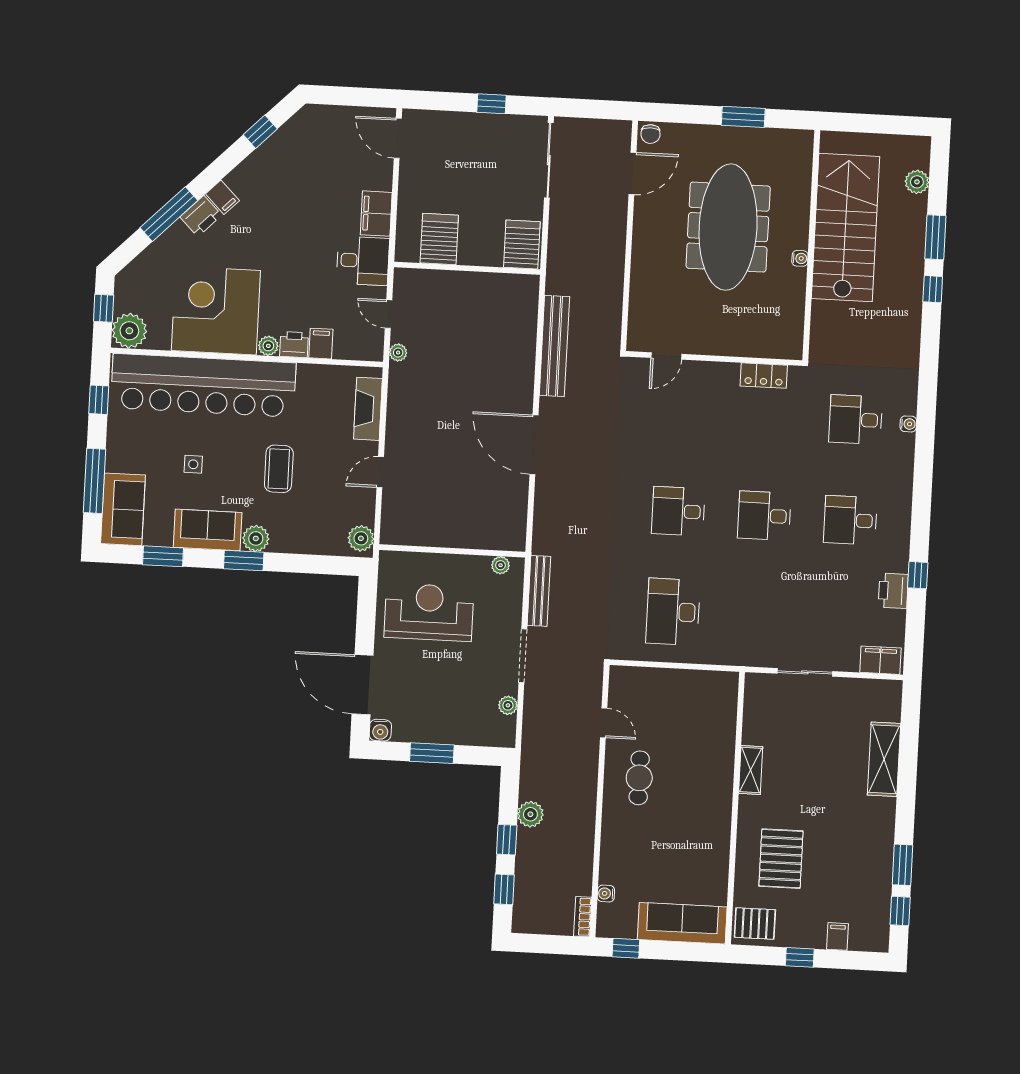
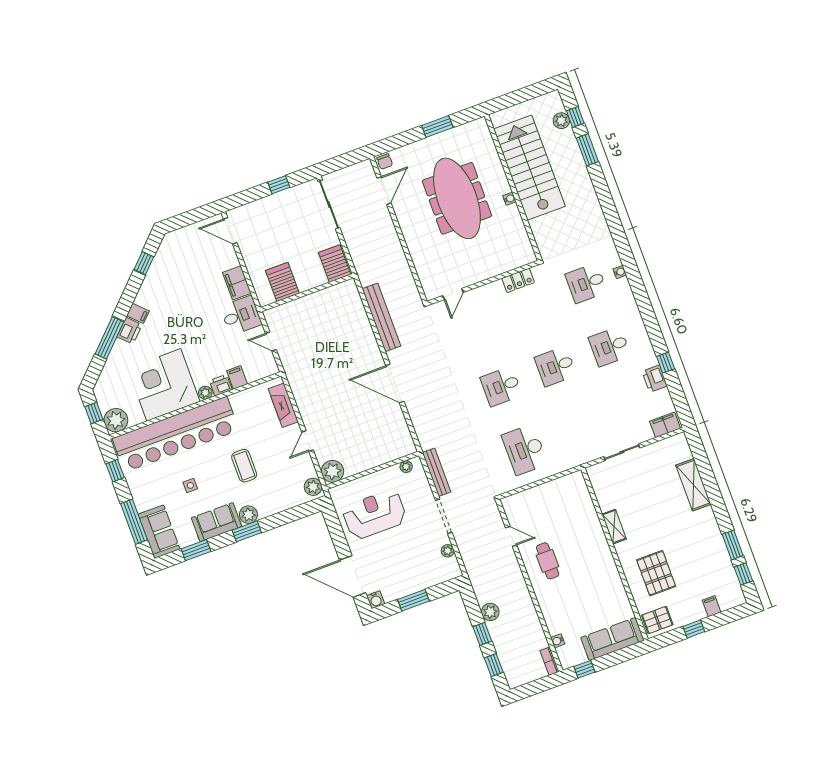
window: (933, 289) -> (575, 117), moved
plant: (398, 353) -> (332, 471), moved, width x1.87, depth x1.87

